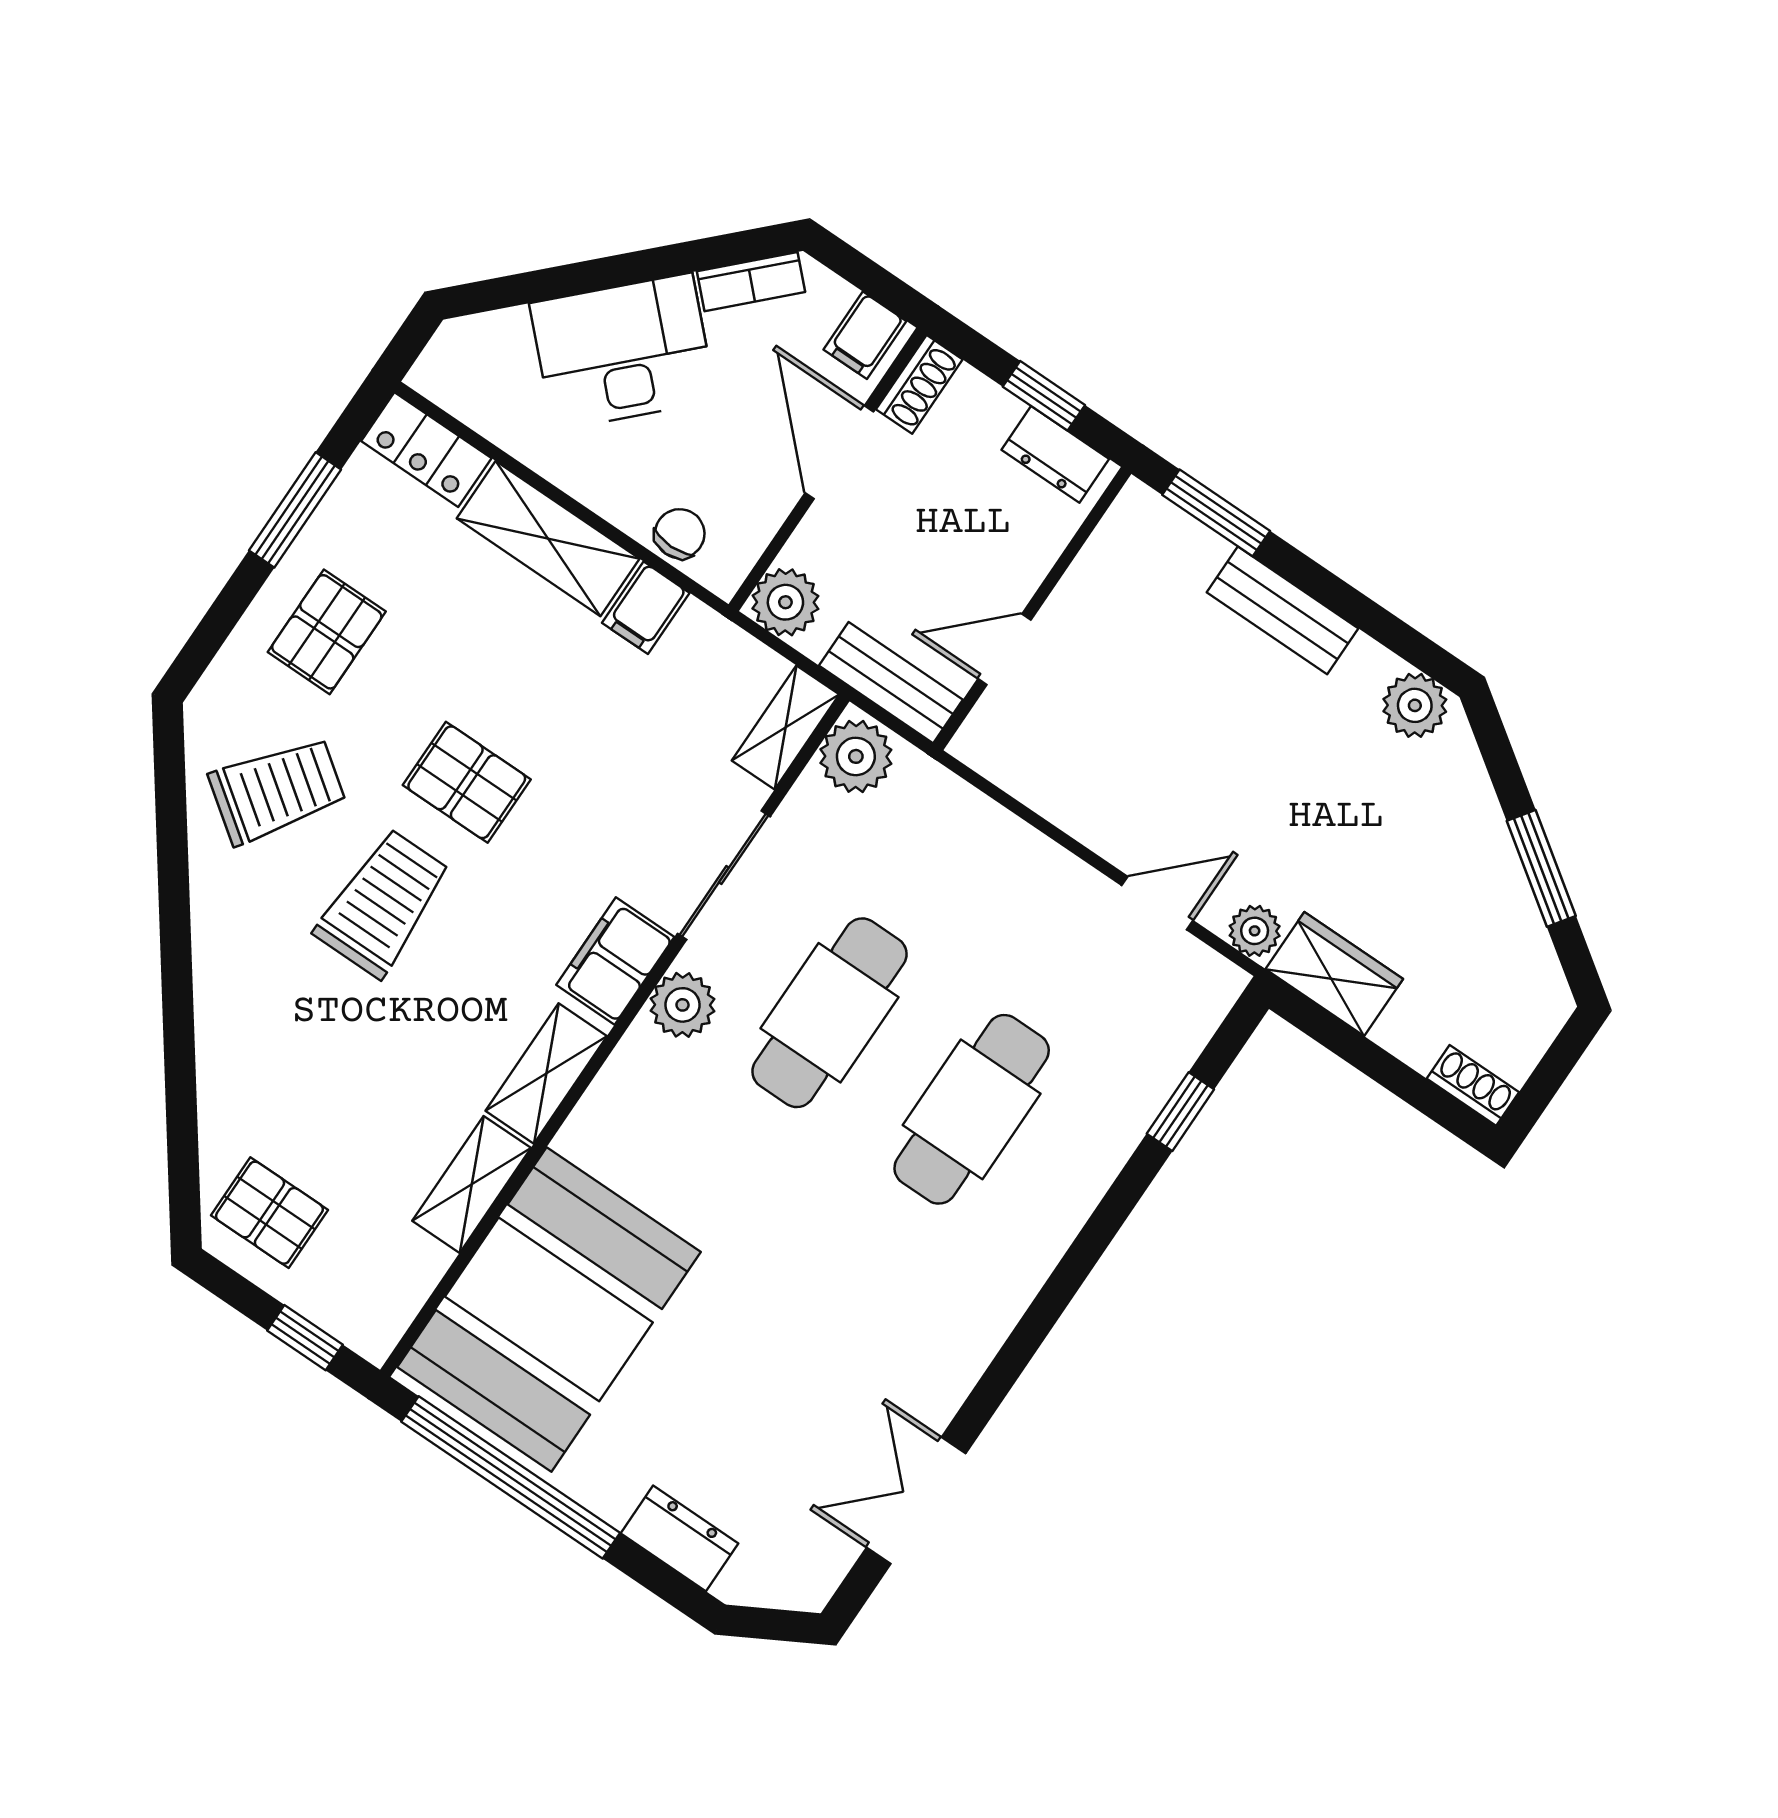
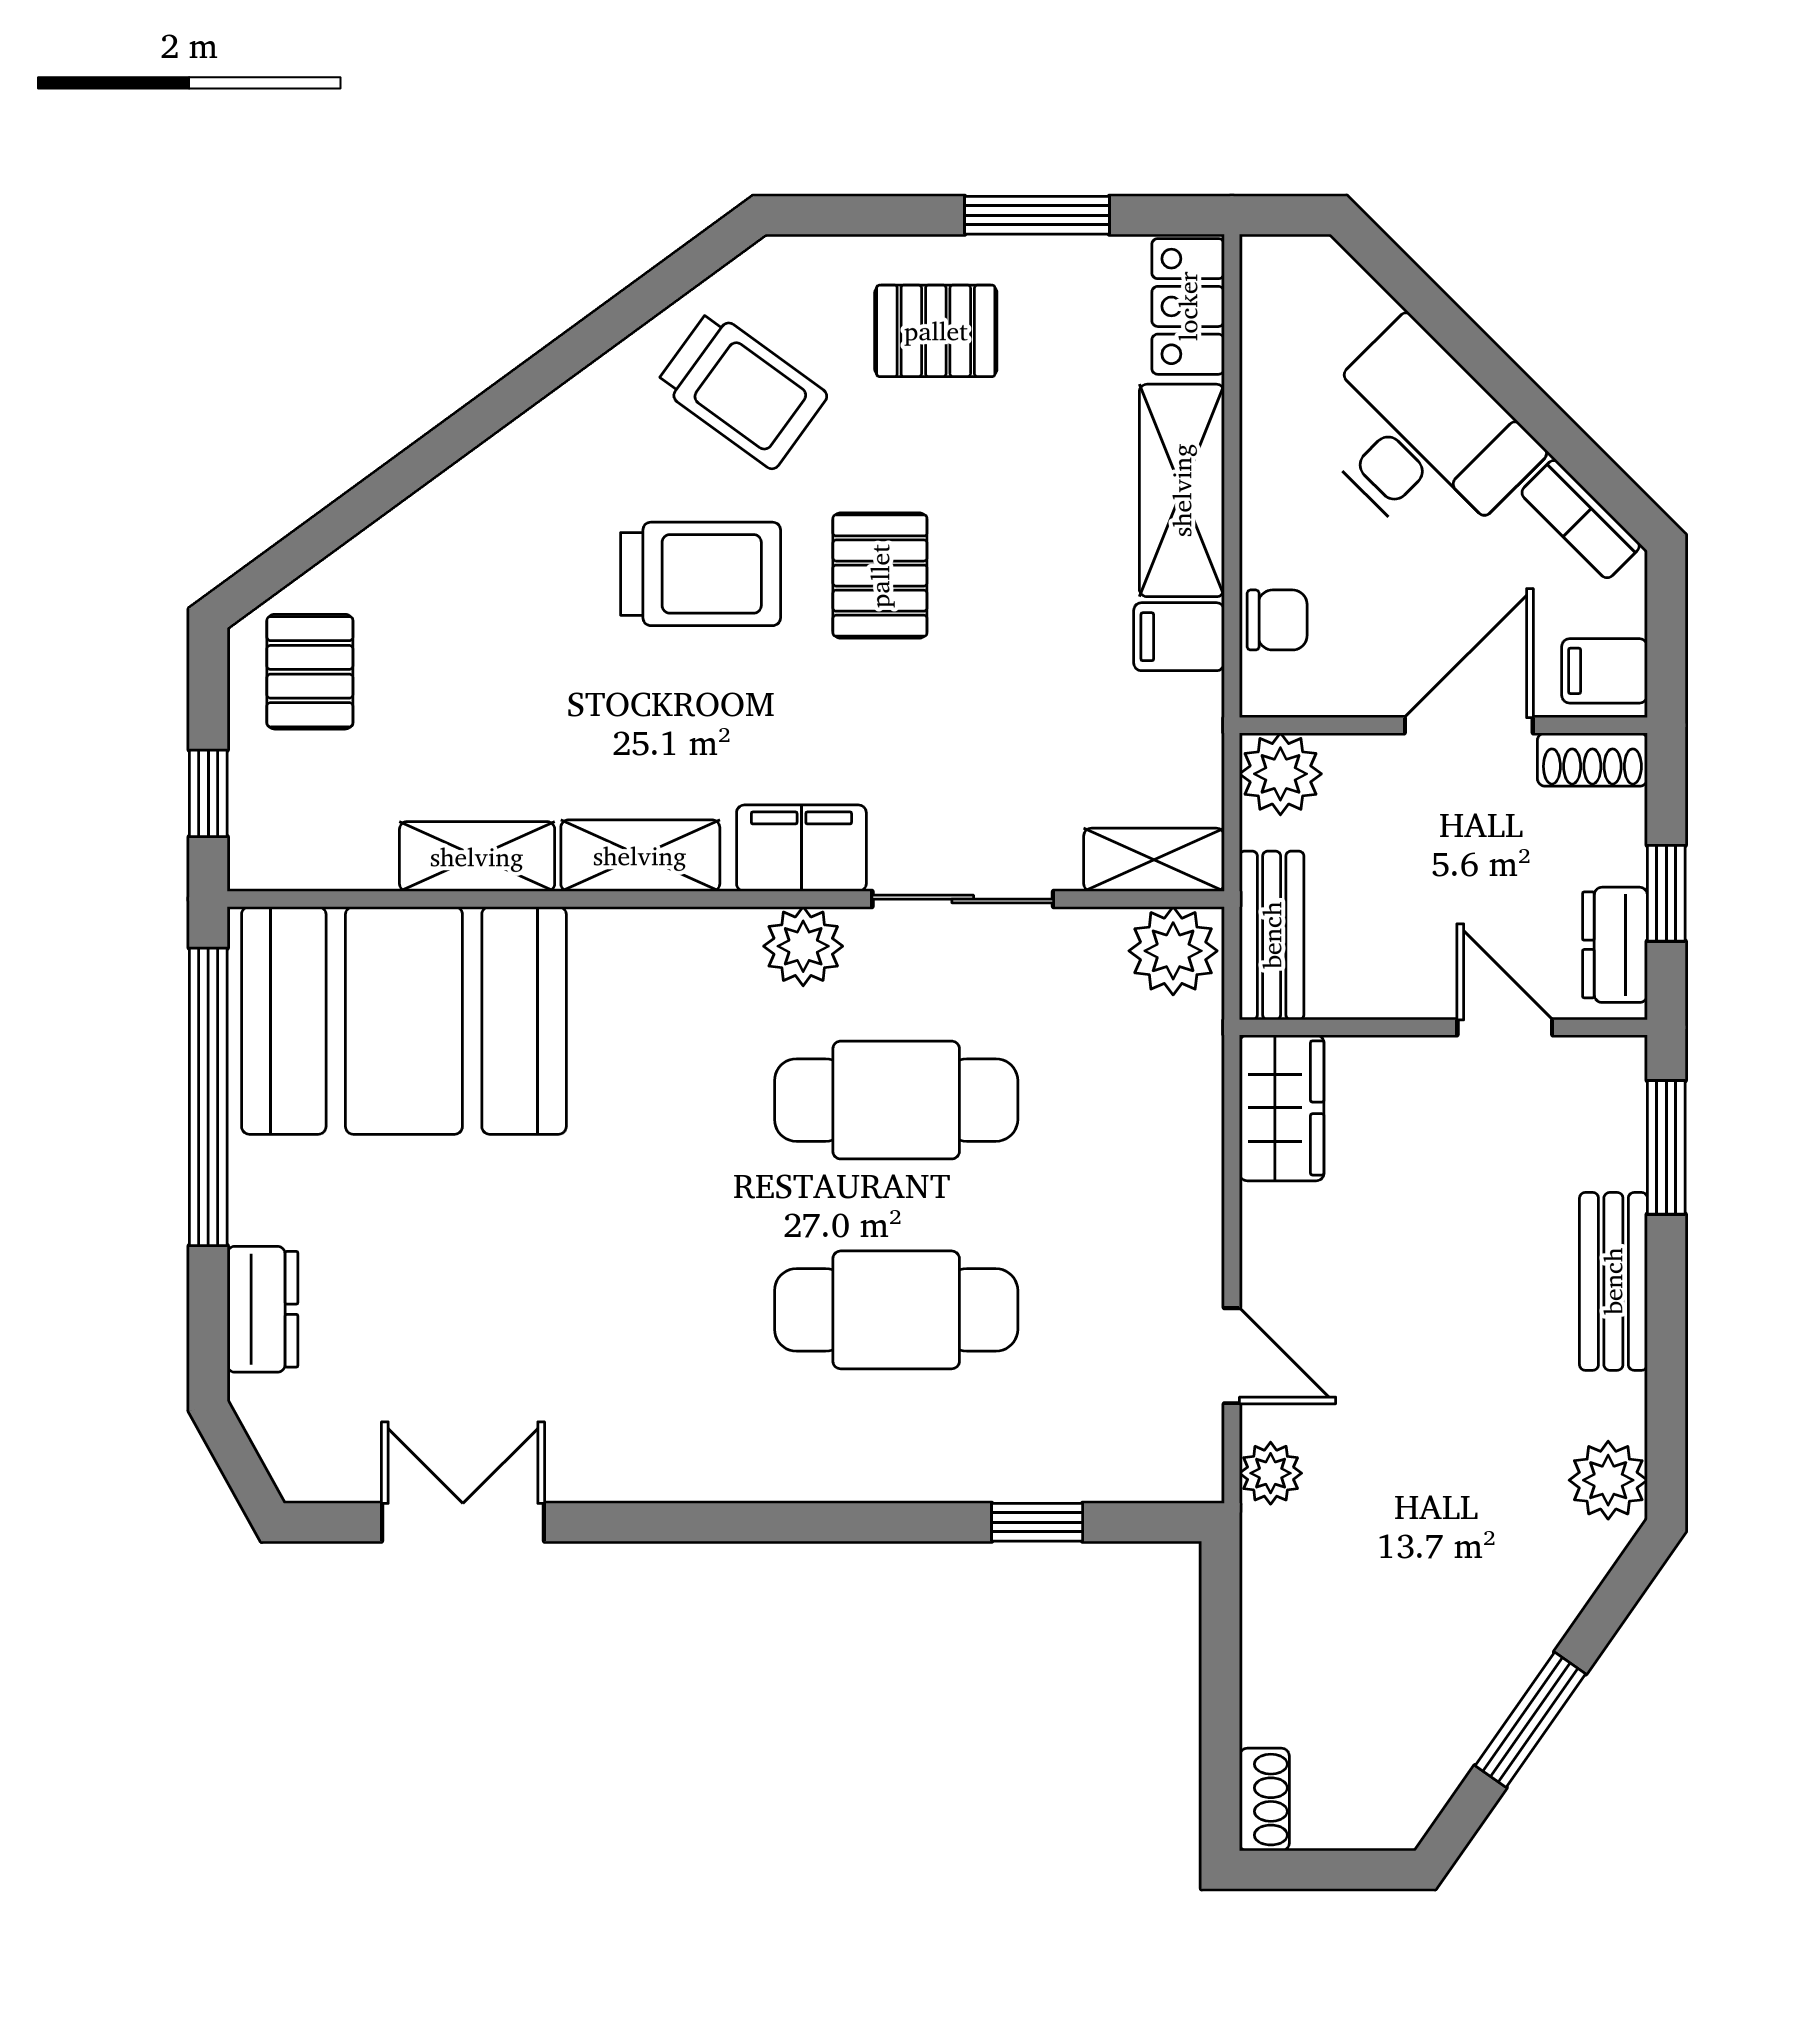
door: (1004, 649) -> (1505, 1027), moved
wardrobe: (1334, 974) -> (1282, 1108), moved

